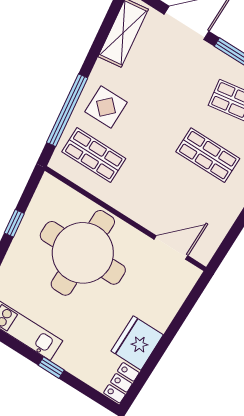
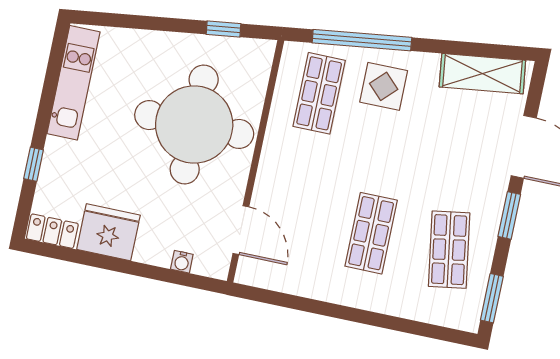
window: (14, 223) -> (223, 29), moved
water cooler: (178, 298) -> (182, 262), added
window: (51, 368) -> (34, 164), moved

